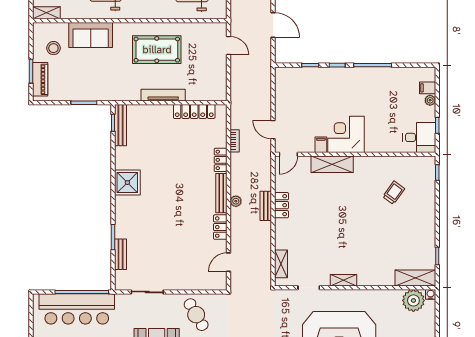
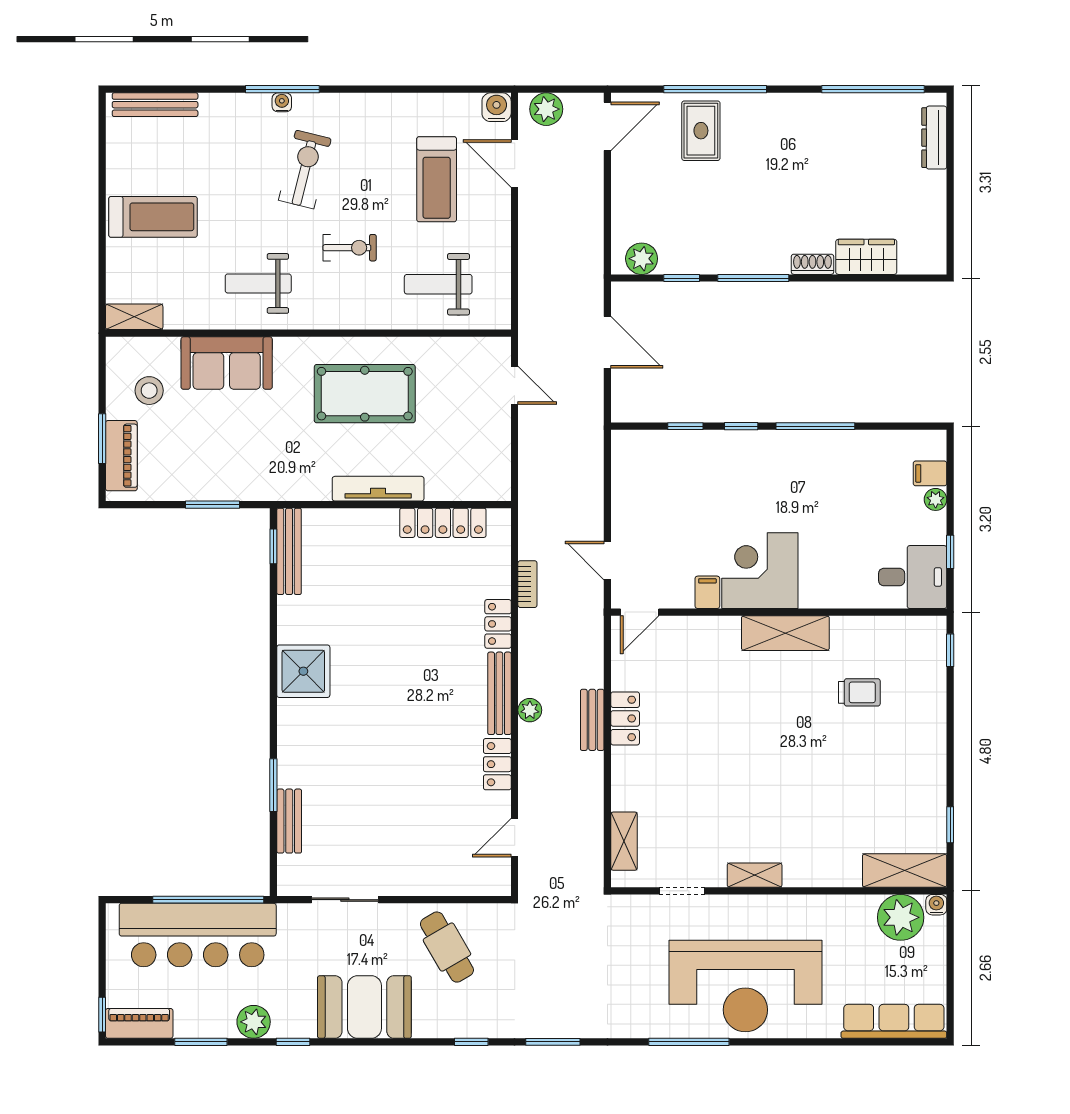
shelving: (332, 164) -> (785, 633), moved
trolley: (394, 193) -> (859, 692), turned 54

